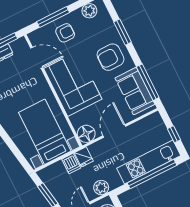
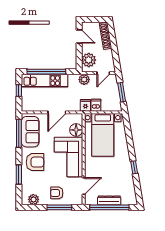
door: (37, 58) -> (84, 186), swing flipped
floor lamp: (86, 134) -> (76, 130), moved

